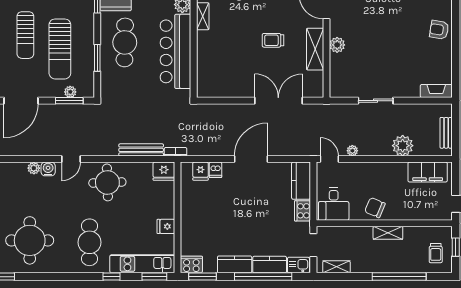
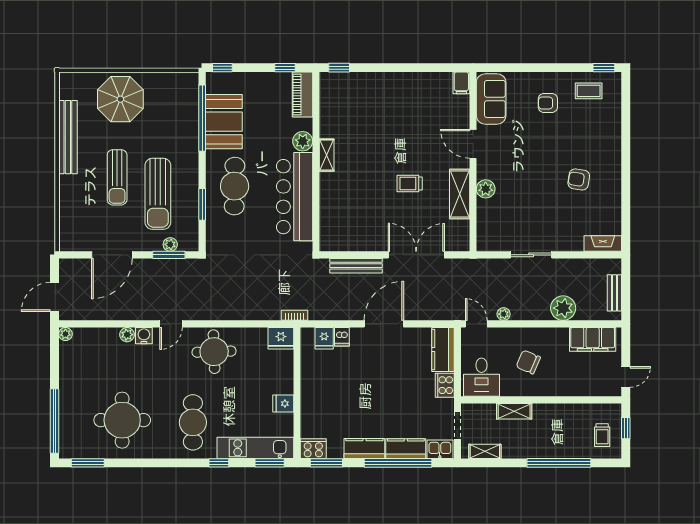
armchair: (439, 30) -> (579, 179), moved
bench: (141, 150) -> (356, 266), moved
chair: (375, 208) -> (528, 362), moved
shelving: (388, 233) -> (514, 411), moved

